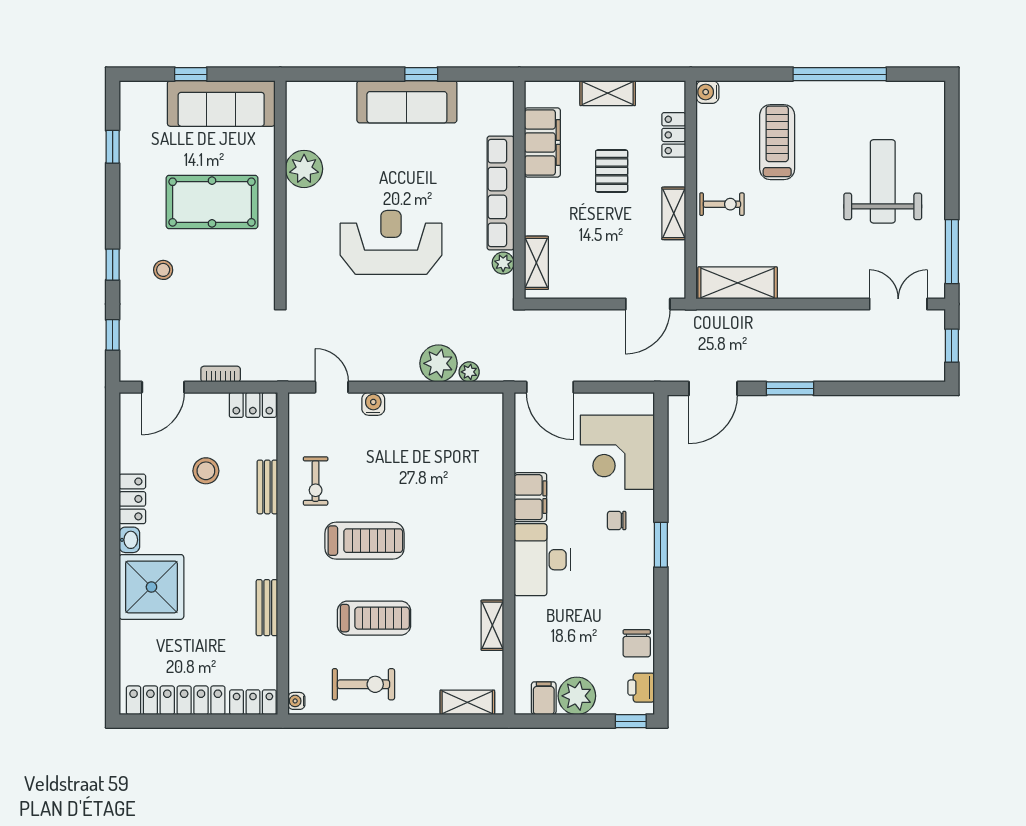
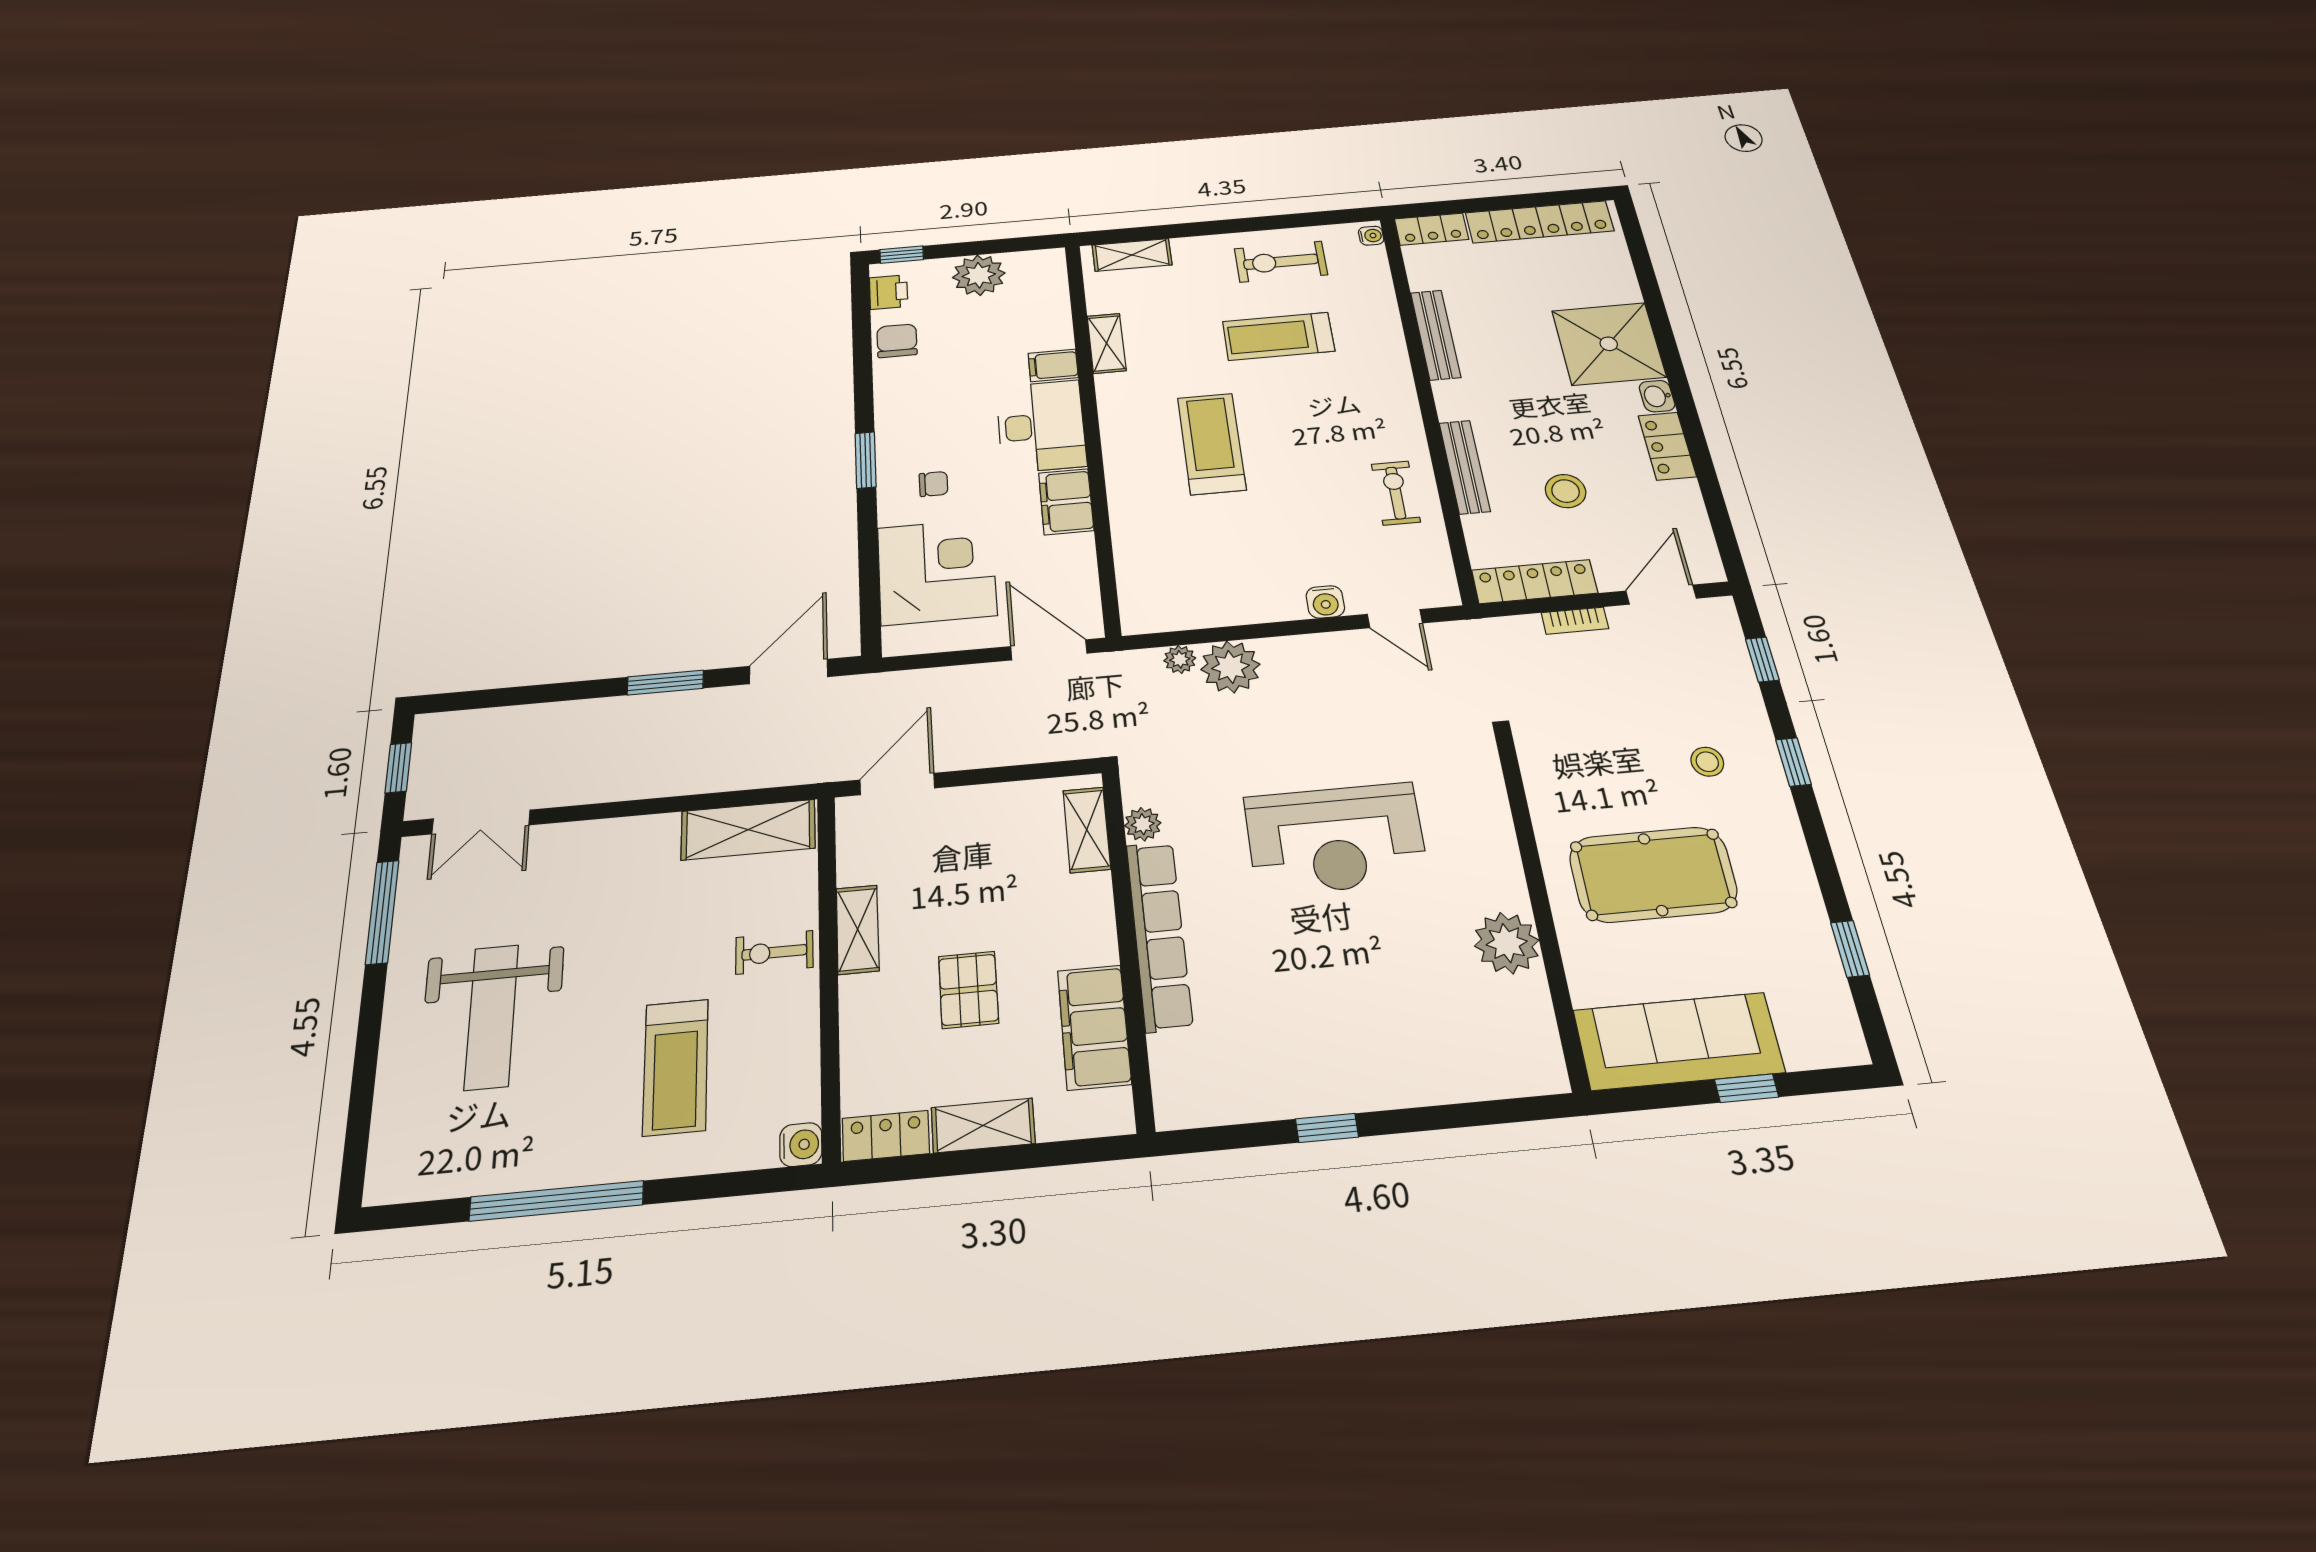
sofa: (407, 102) -> (1345, 1076), removed
locker: (674, 135) -> (886, 1136), moved, turned -90
locker: (253, 405) -> (1534, 582), width x1.53
bench: (267, 487) -> (1465, 467), width x1.36
treadmill: (365, 541) -> (1211, 444), moved, turned 90
bench: (267, 608) -> (1435, 335), width x1.36
filing cabinet: (544, 698) -> (1053, 365), moved, turned 90

